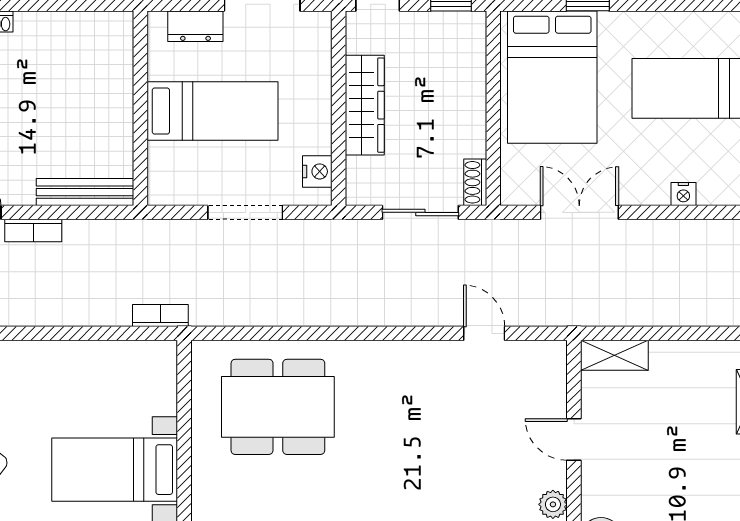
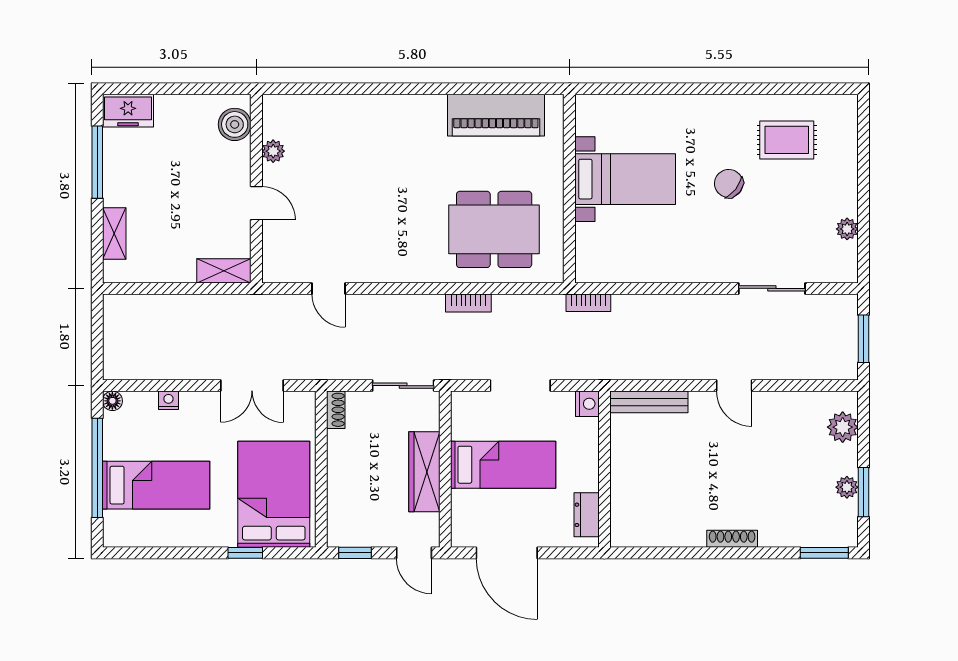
dresser: (195, 26) -> (587, 515), moved, turned -90
bed: (212, 111) -> (503, 465), moved, turned 180
nightstand: (317, 171) -> (587, 404), moved, turned 180
sliding door: (420, 212) -> (403, 386), moved
bookcase: (33, 231) -> (468, 303), moved, turned 180

